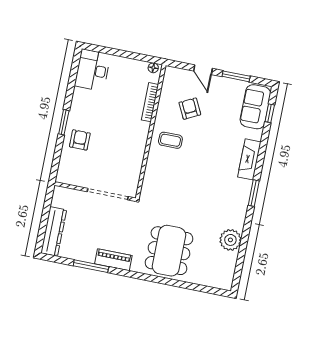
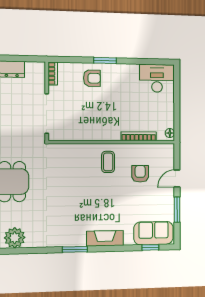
armchair: (190, 109) -> (140, 174), turned -63
bookcase: (68, 180) -> (53, 74), added
plant: (230, 240) -> (15, 238), moved

